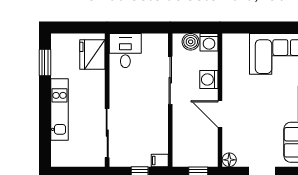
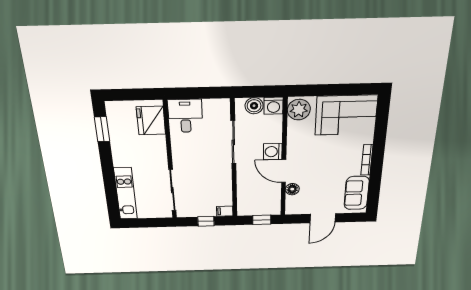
plant: (233, 47) -> (299, 110), added
washing machine: (209, 79) -> (273, 152), moved
kitchen unit: (59, 110) -> (126, 194), moved
floor lamp: (229, 160) -> (292, 189), moved

